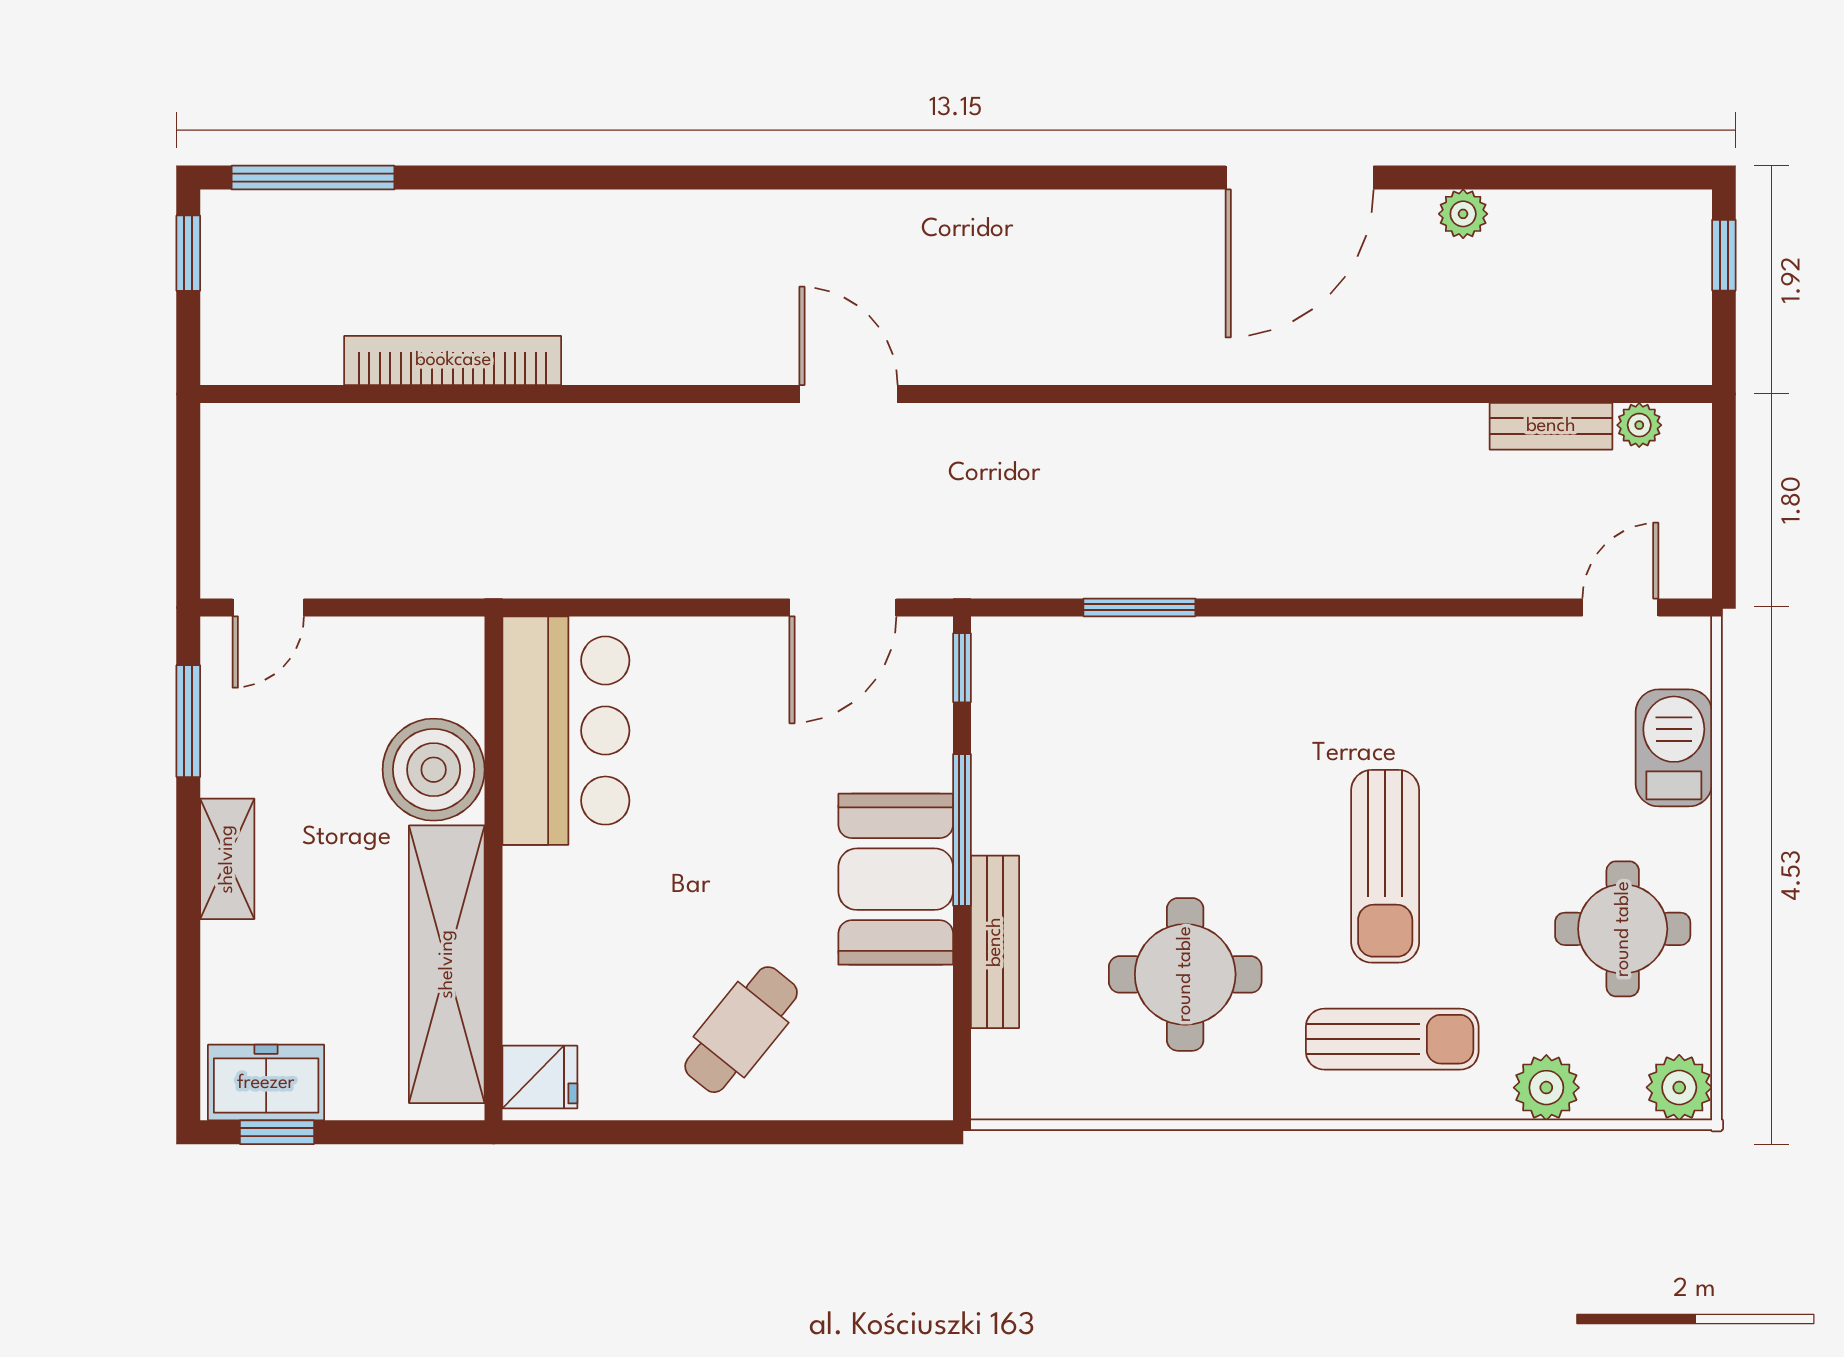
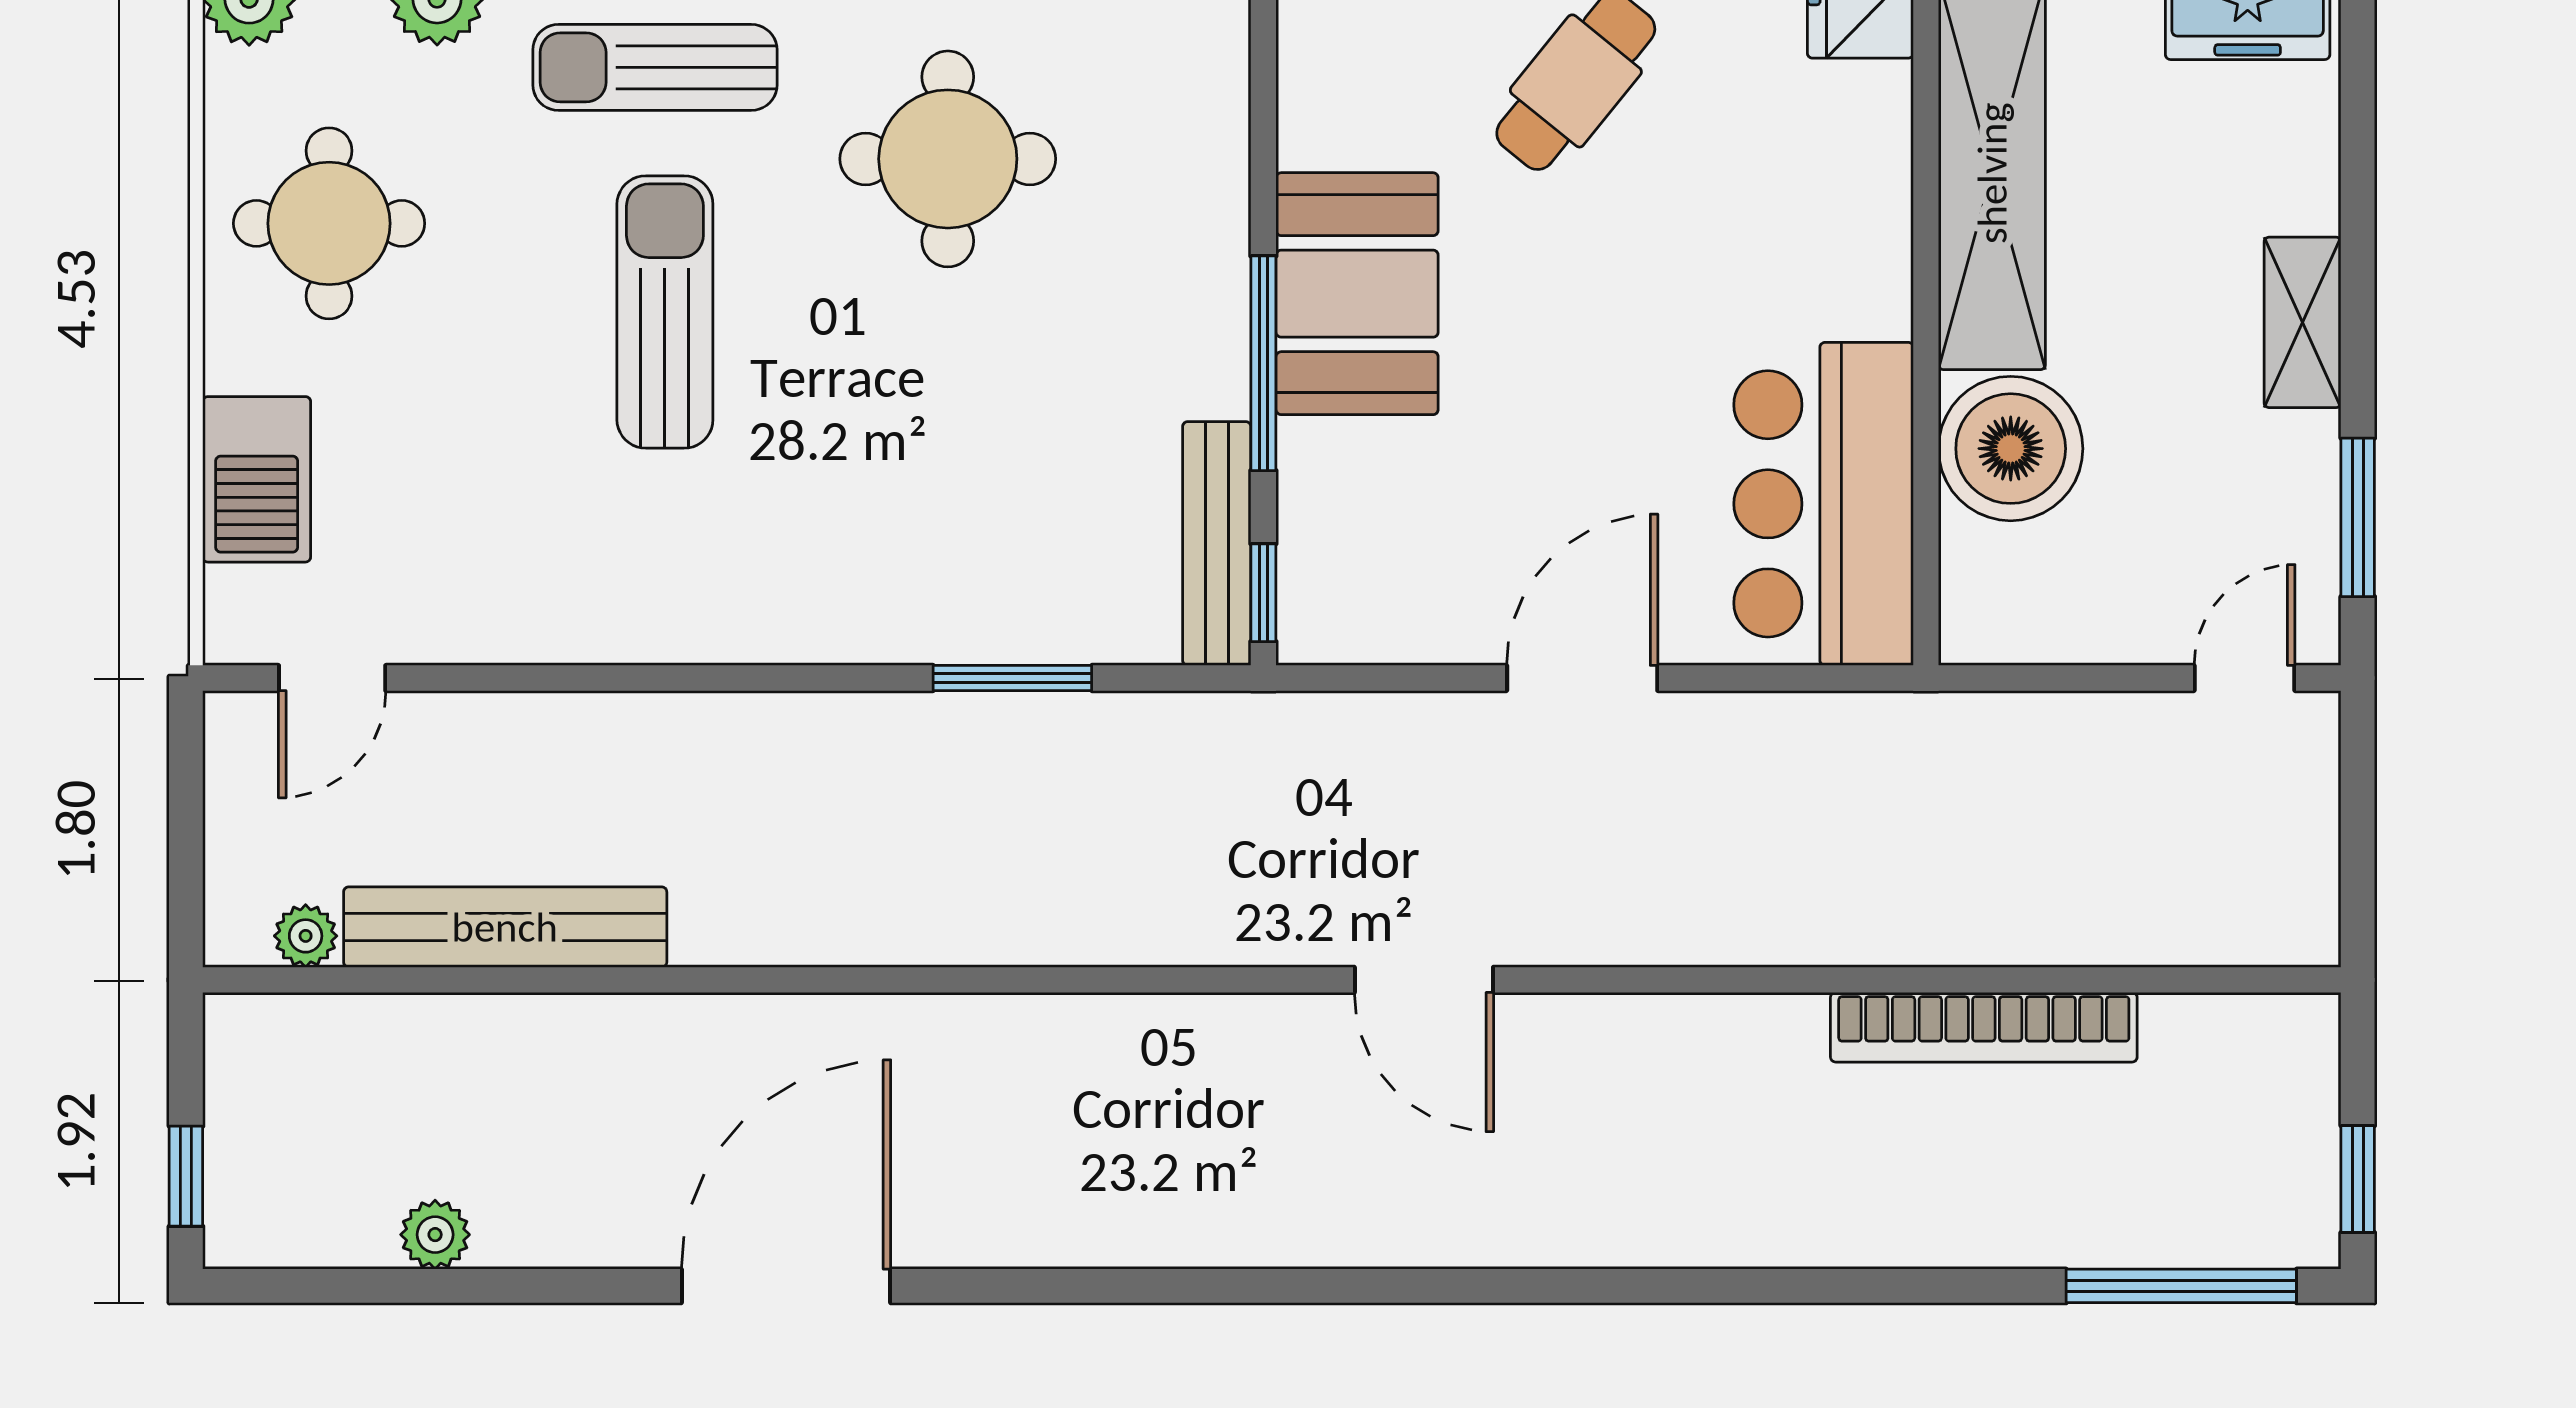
plant: (1463, 214) -> (435, 1235), moved
bench: (1551, 426) -> (505, 927), width x1.86, depth x1.21
door: (843, 607) -> (1582, 678), moved
bench: (995, 942) -> (1217, 544), moved

